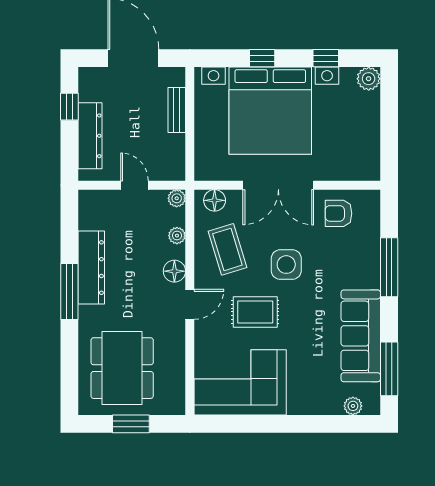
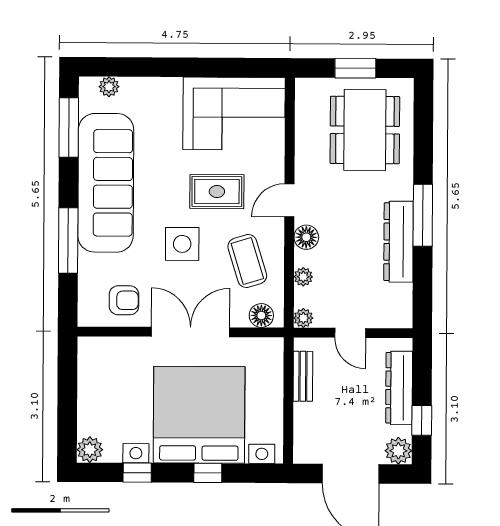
plant: (90, 79) -> (398, 451), added
bench: (177, 110) -> (303, 376), moved
sofa: (361, 336) -> (106, 183), width x1.36, depth x1.27

